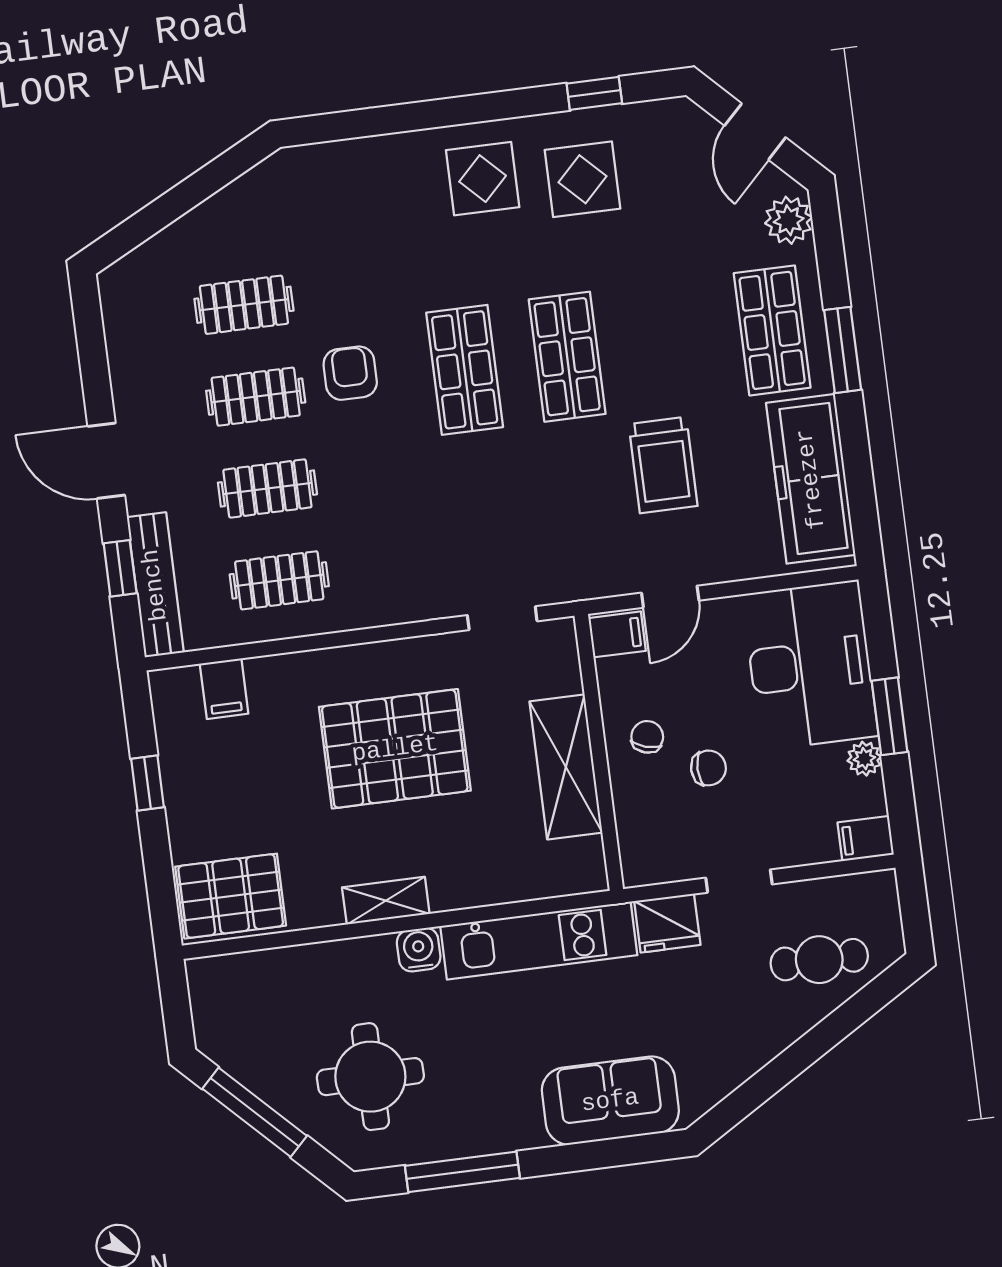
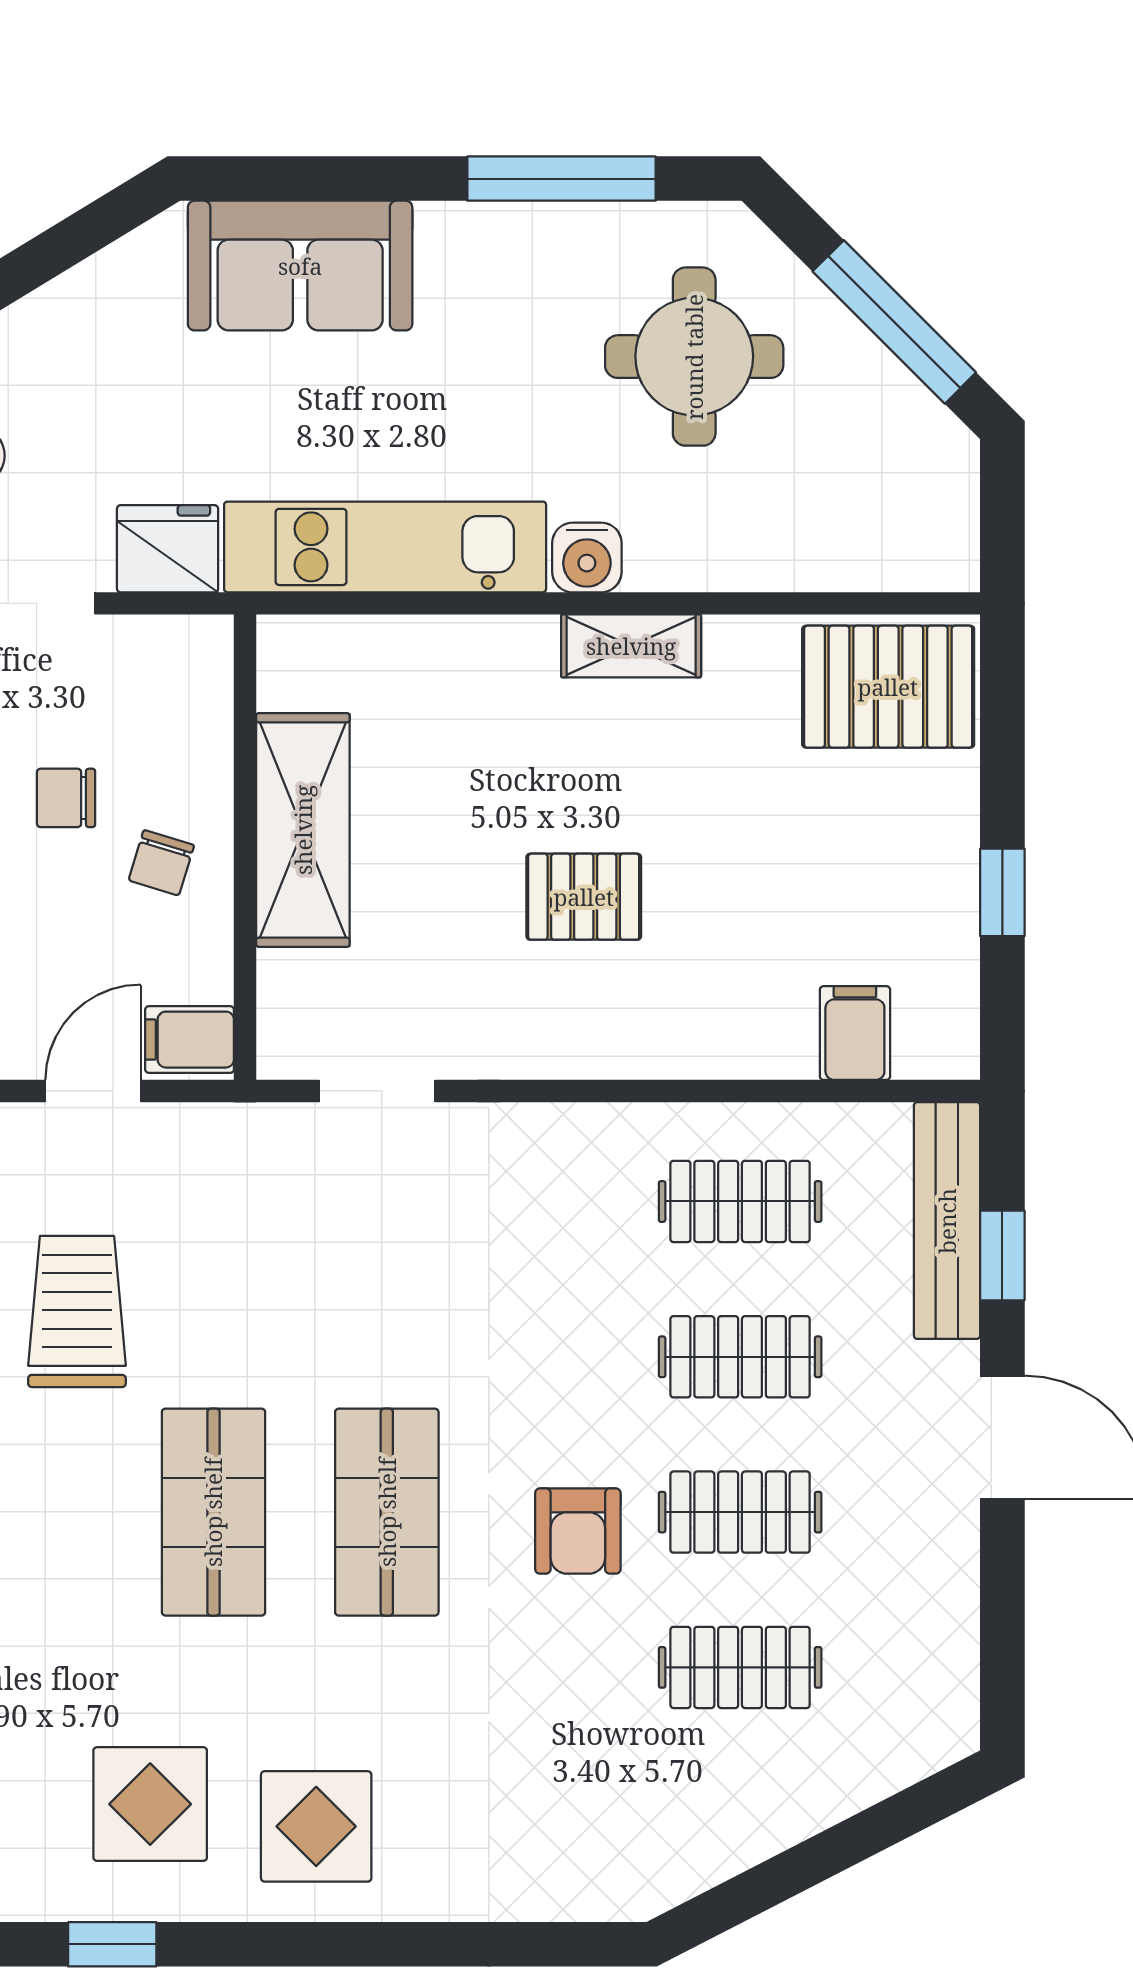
pallet: (395, 749) -> (584, 897), width x0.49, depth x0.50

